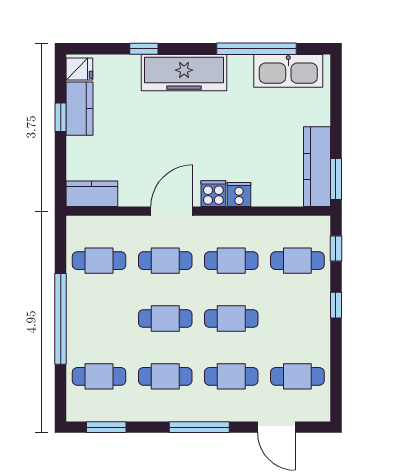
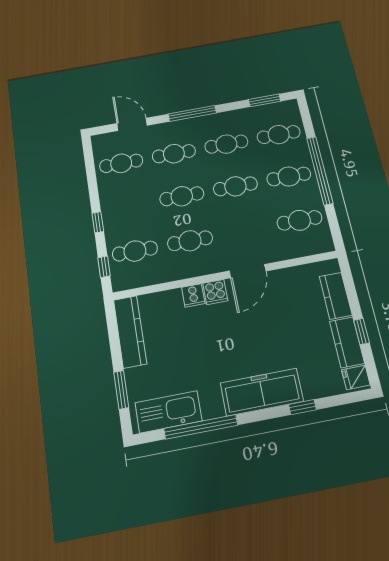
window: (336, 179) -> (121, 390), moved
kitchen counter: (92, 194) -> (336, 296), moved, turned 90
cafe table: (165, 261) -> (289, 176), moved

